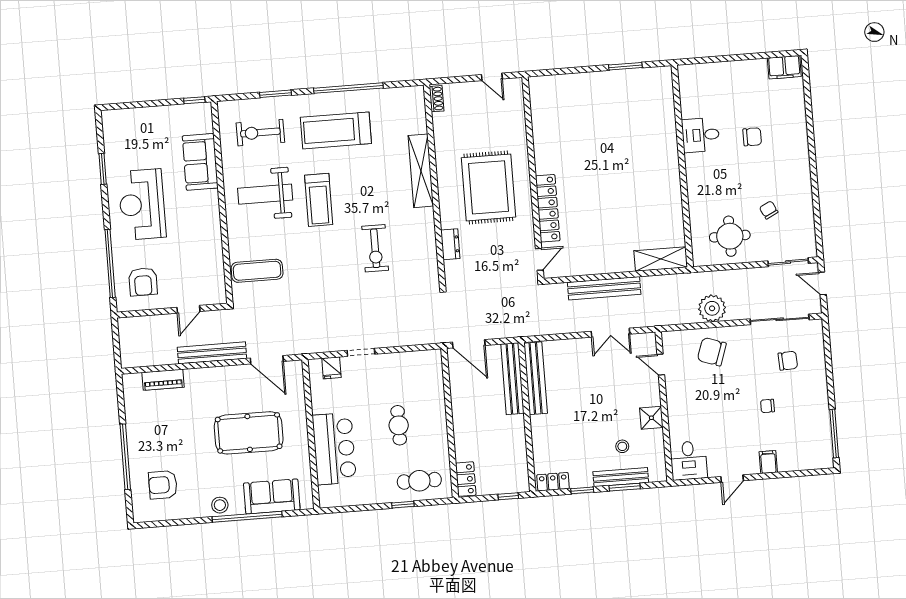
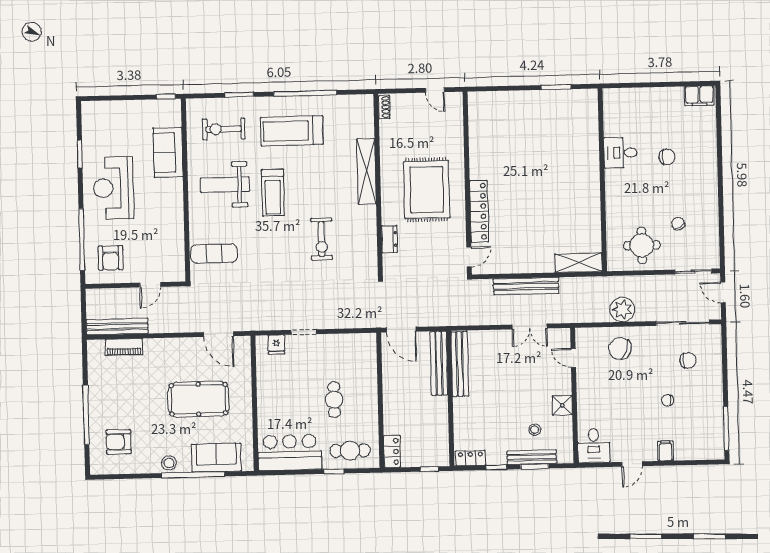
bench: (212, 353) -> (117, 327), moved
bar counter: (334, 449) -> (290, 452), moved, turned -90

